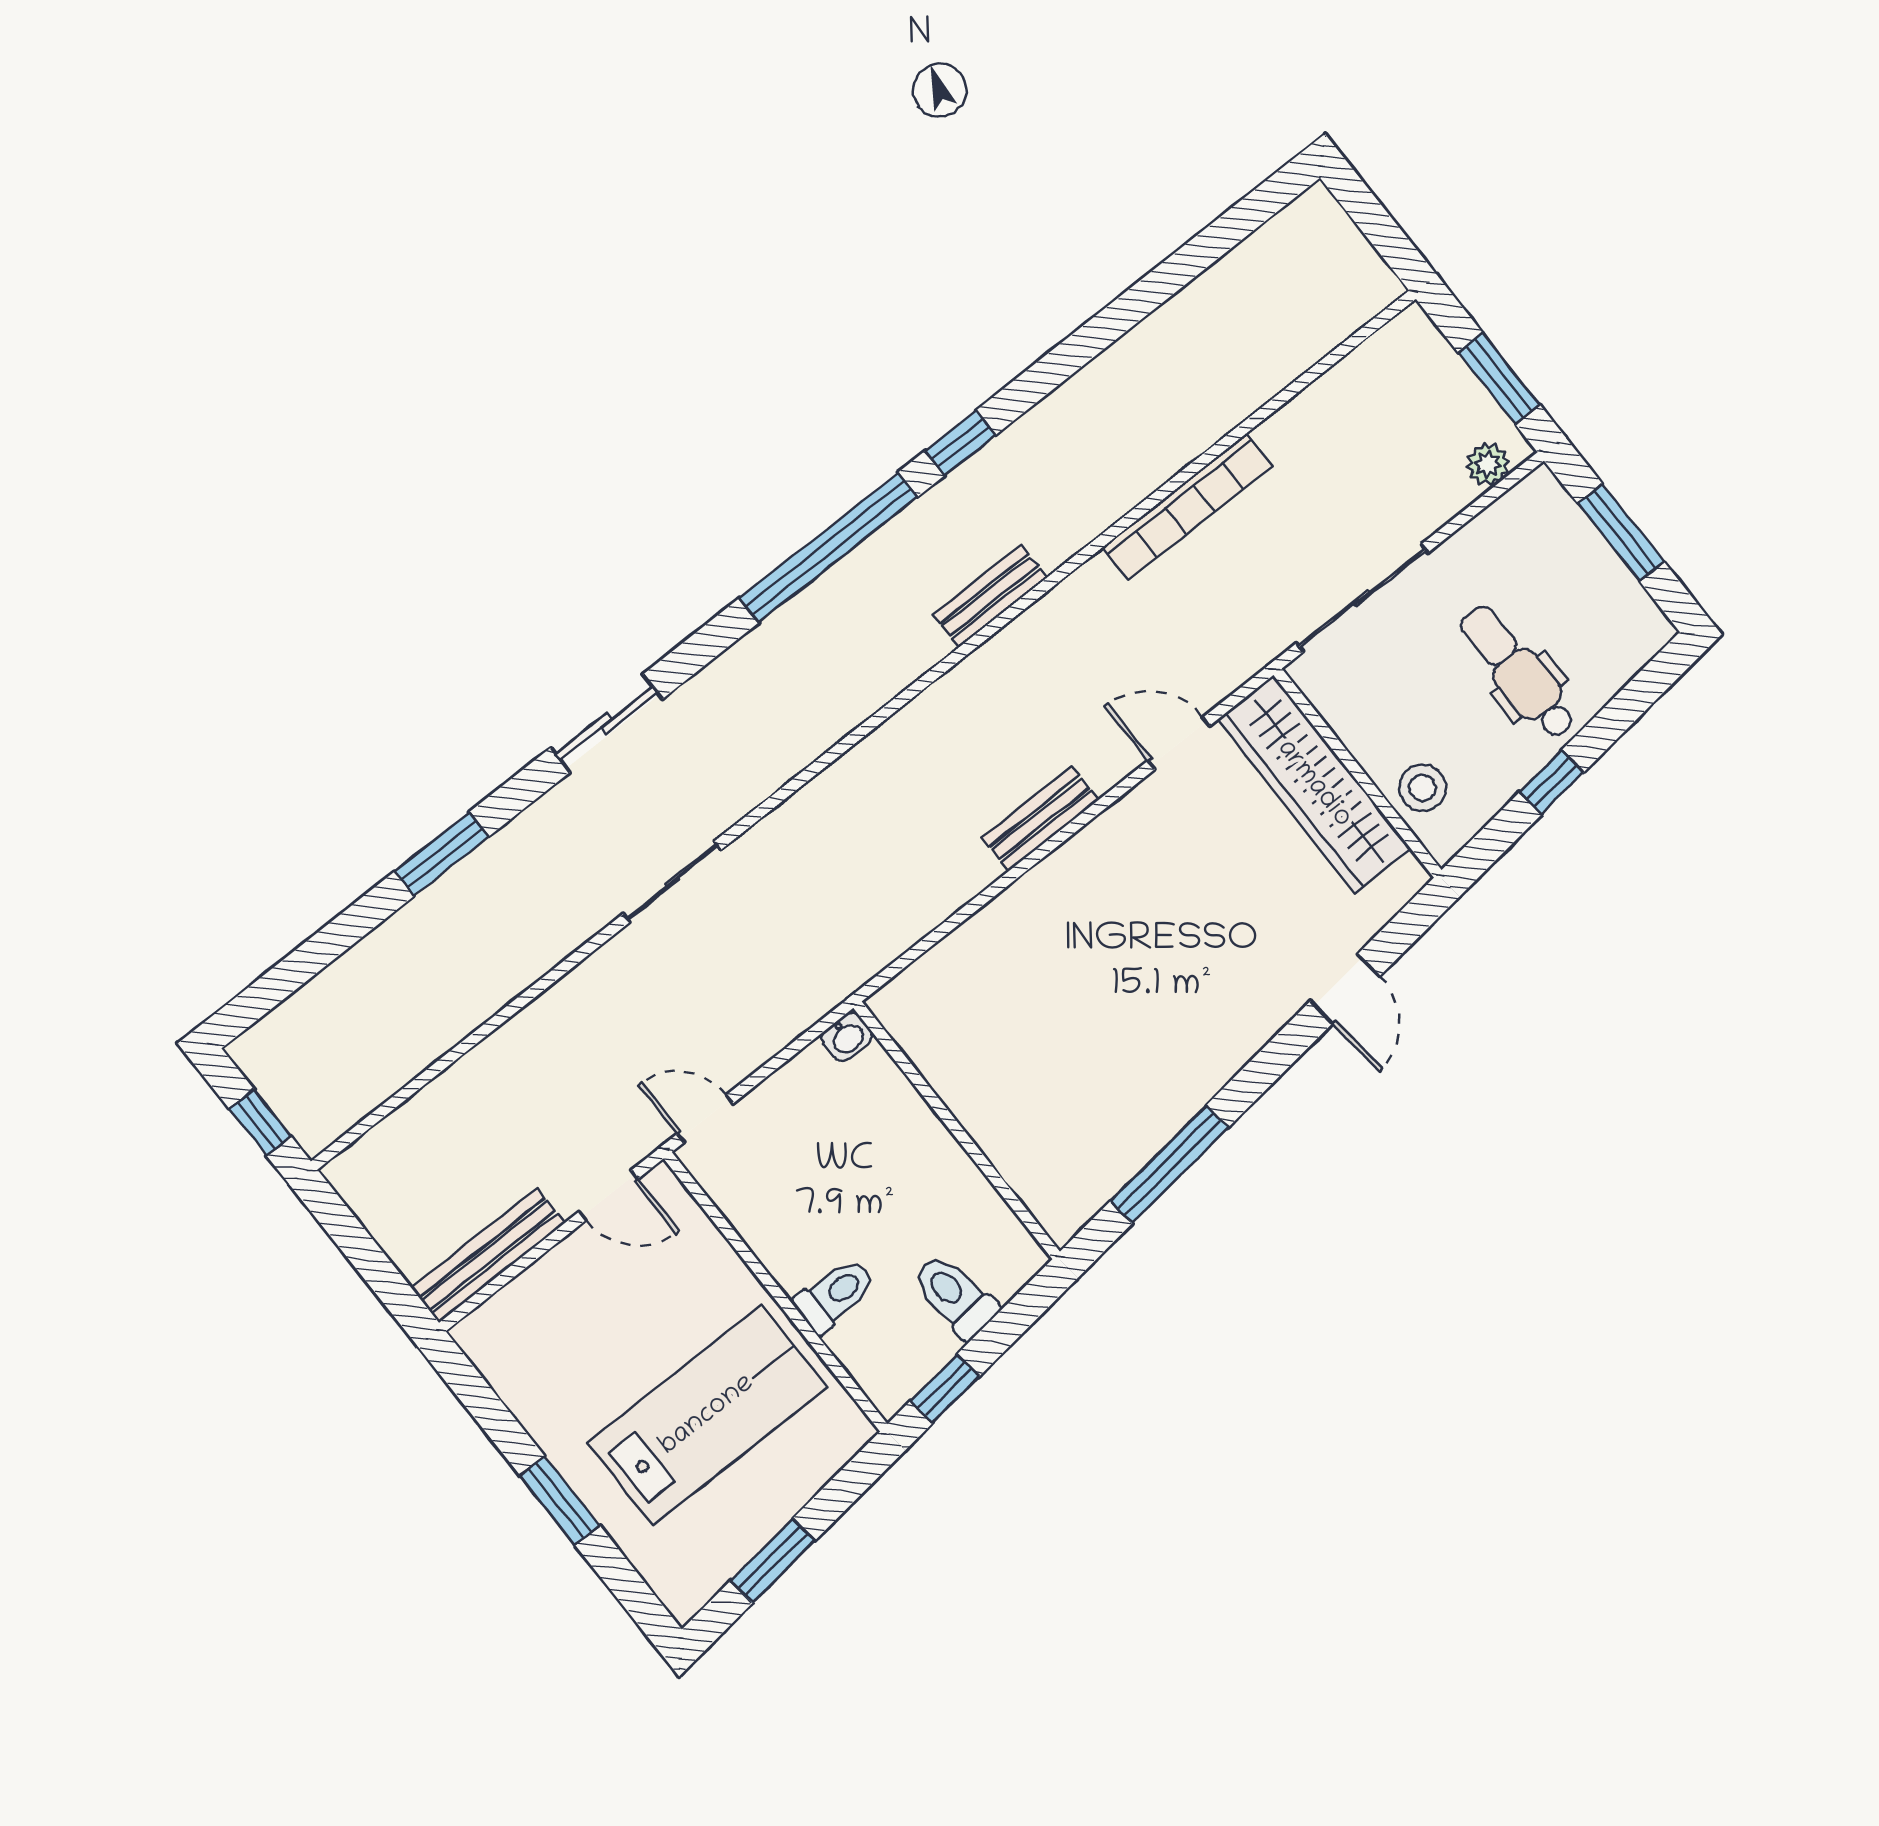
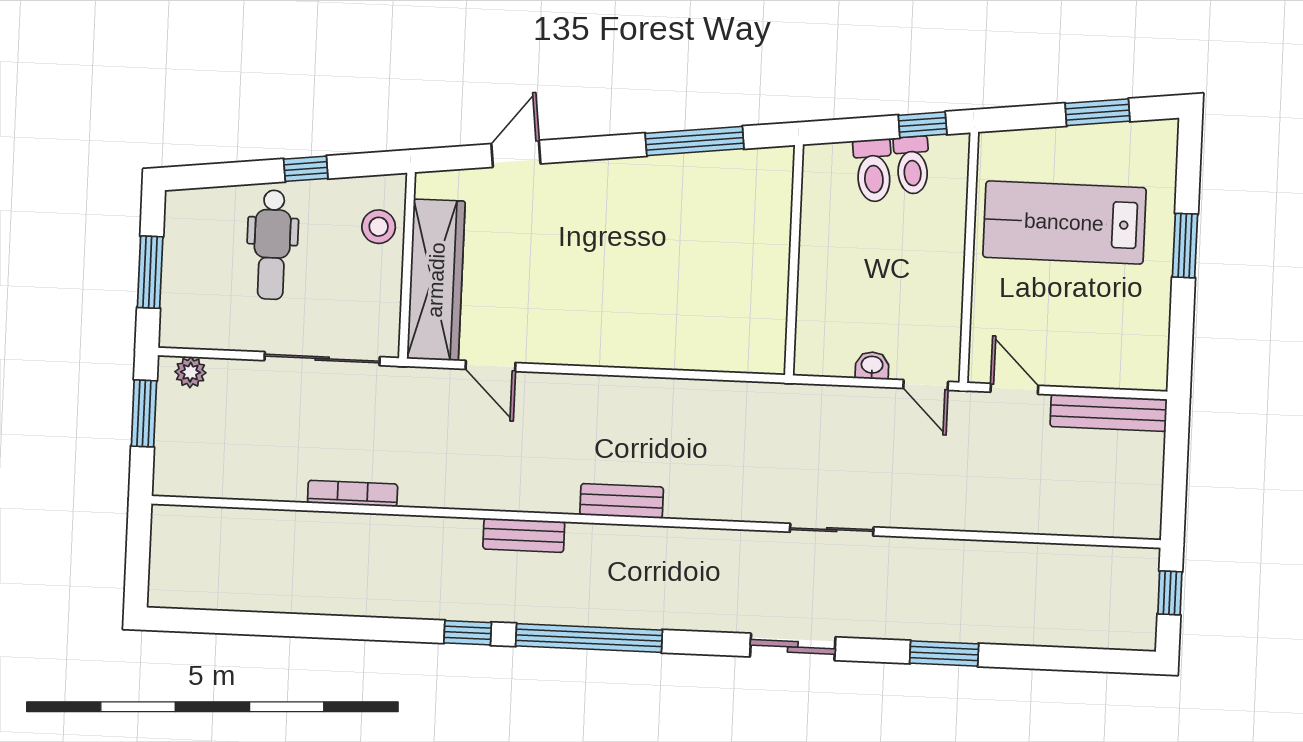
bookcase: (1187, 507) -> (353, 494), width x0.68, depth x0.76
bench: (1040, 819) -> (622, 501), moved
washbasin: (847, 1037) -> (872, 365), moved
toilet: (835, 1295) -> (912, 165), moved, turned -97

